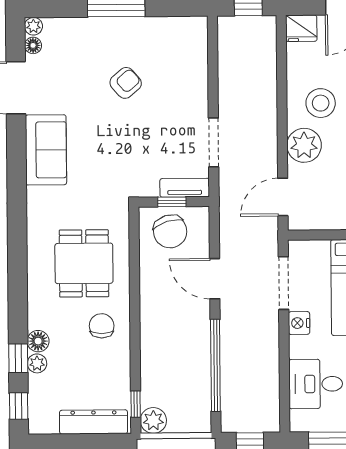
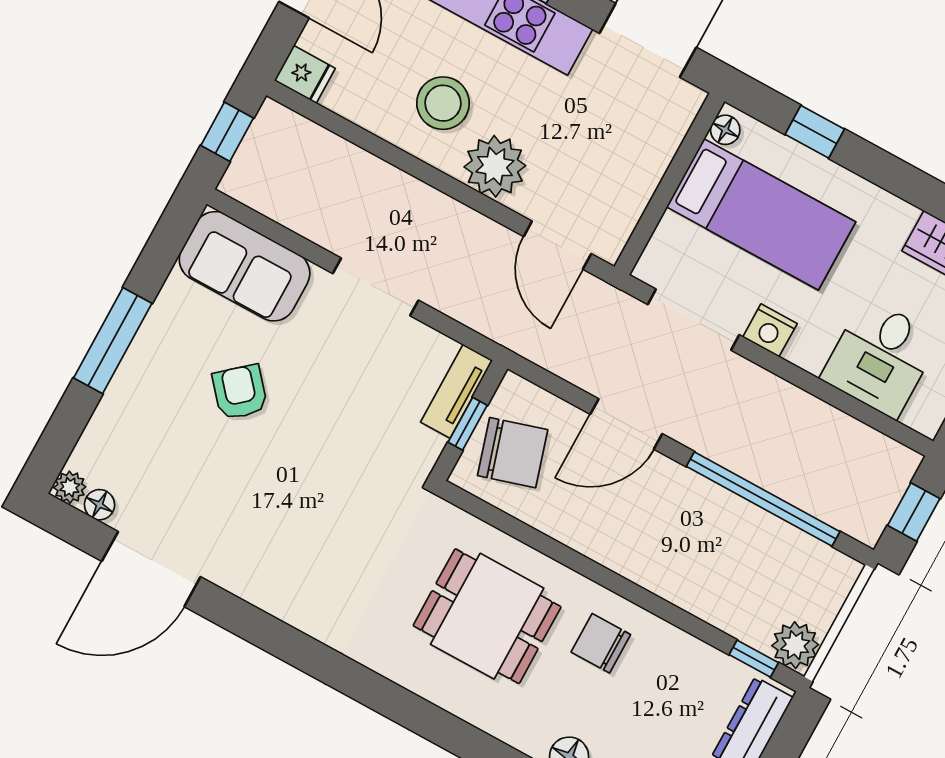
fridge: (301, 28) -> (305, 74), width x0.72
doorway: (214, 142) -> (376, 287), moved
sofa: (46, 150) -> (245, 266), moved, turned 180

